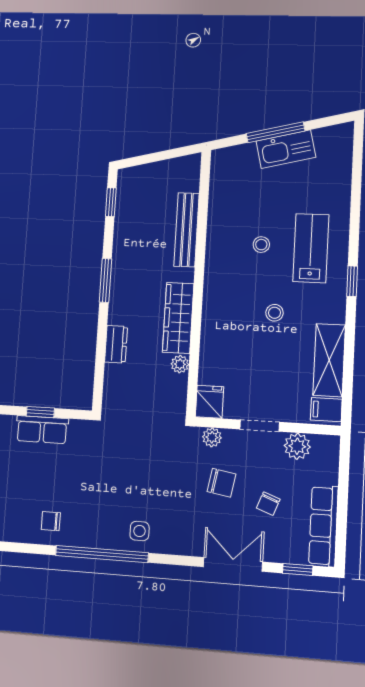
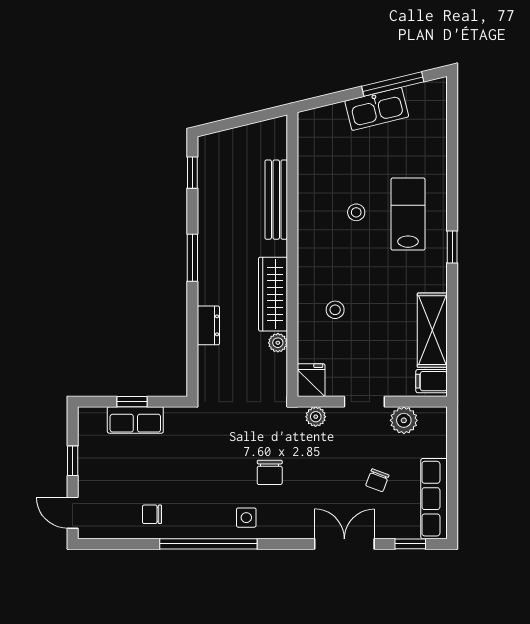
window: (275, 132) -> (393, 84), moved
stool: (274, 313) -> (335, 310), moved
chair: (222, 483) -> (270, 472), moved, turned 80

